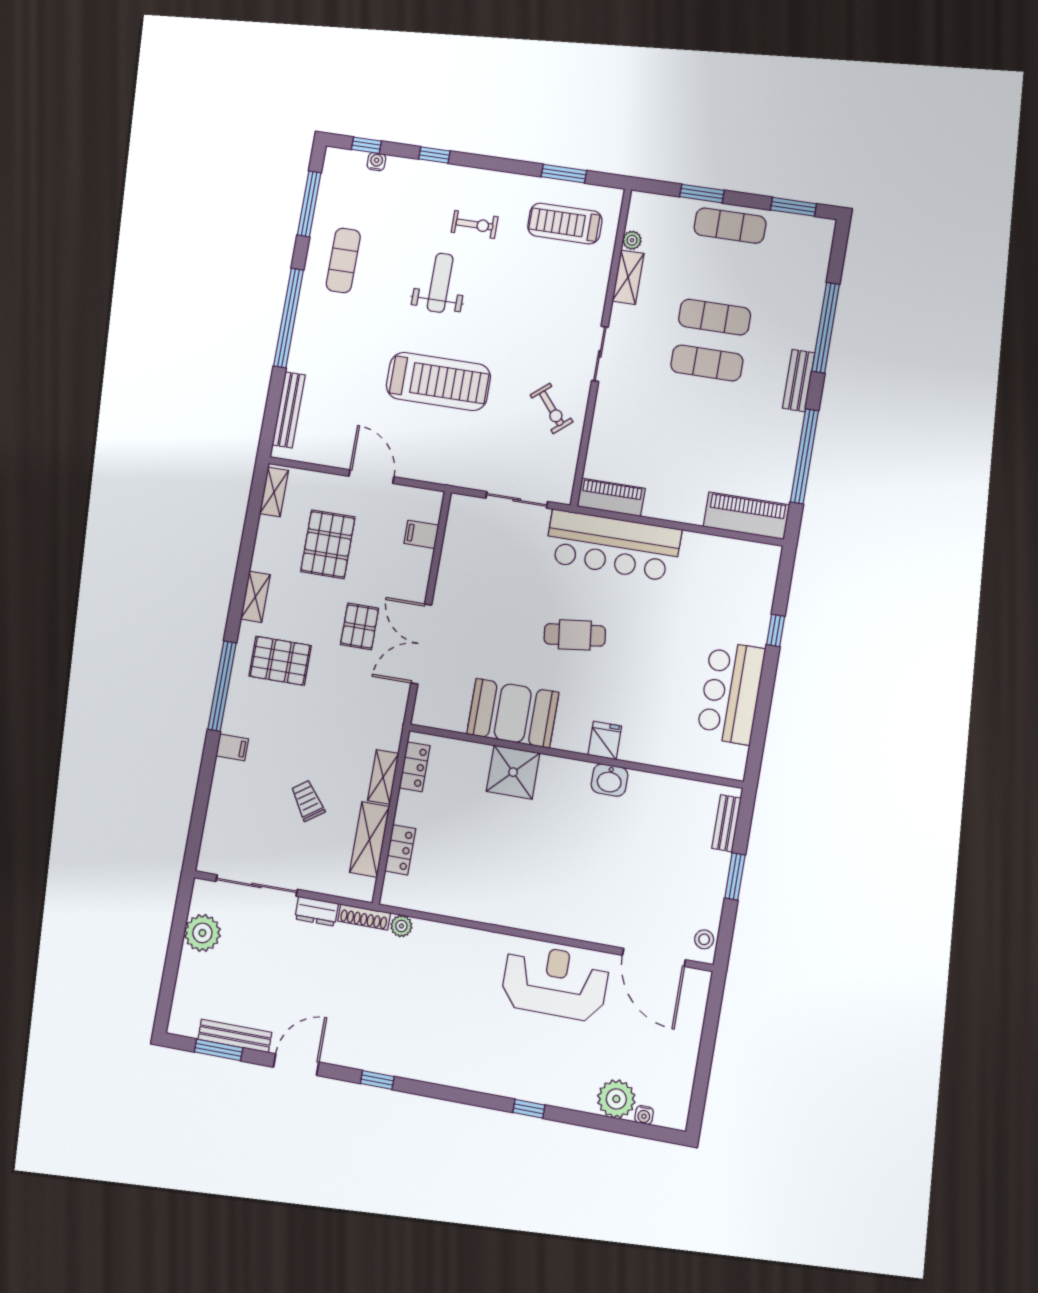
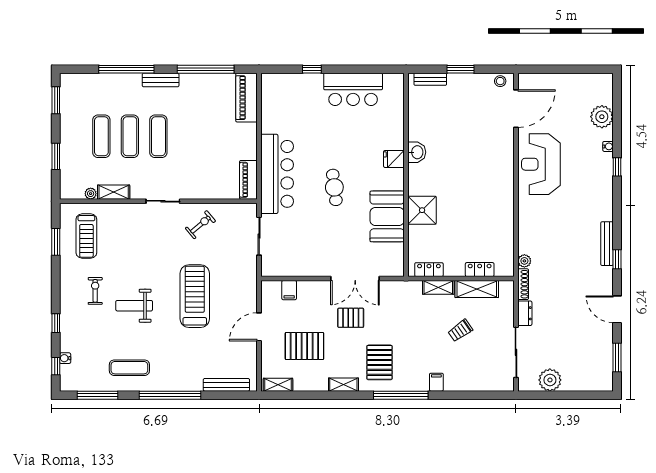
exercise mat: (730, 226) -> (101, 136), moved
bench: (235, 1036) -> (607, 244), moved
water cooler: (644, 1115) -> (608, 146), moved

